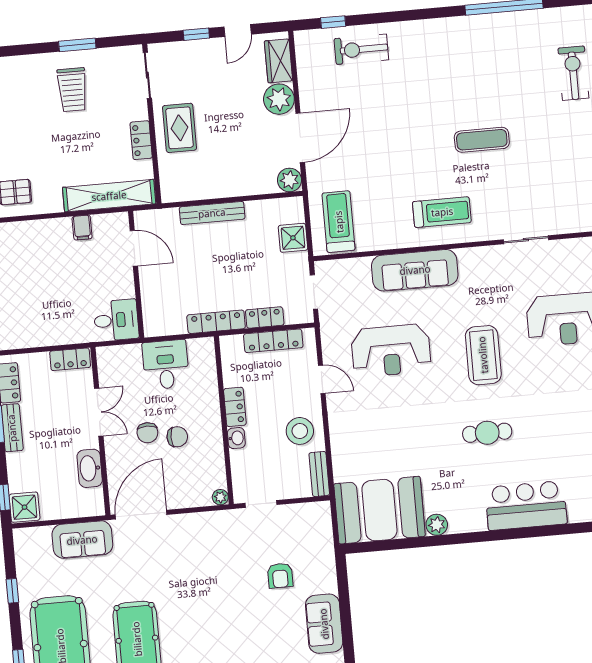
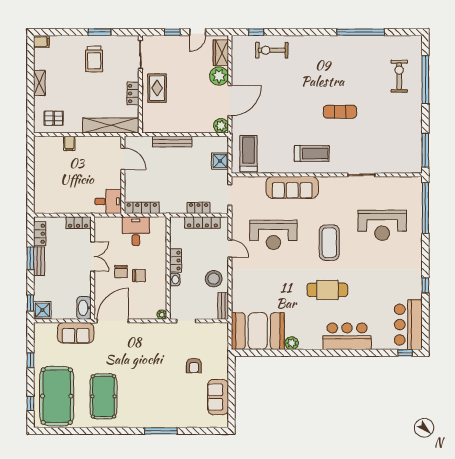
filing cabinet: (82, 228) -> (69, 143), moved
locker: (216, 322) -> (142, 208), moved
cafe table: (487, 433) -> (327, 290), width x1.37, depth x1.35
washbasin: (90, 468) -> (84, 308), moved

